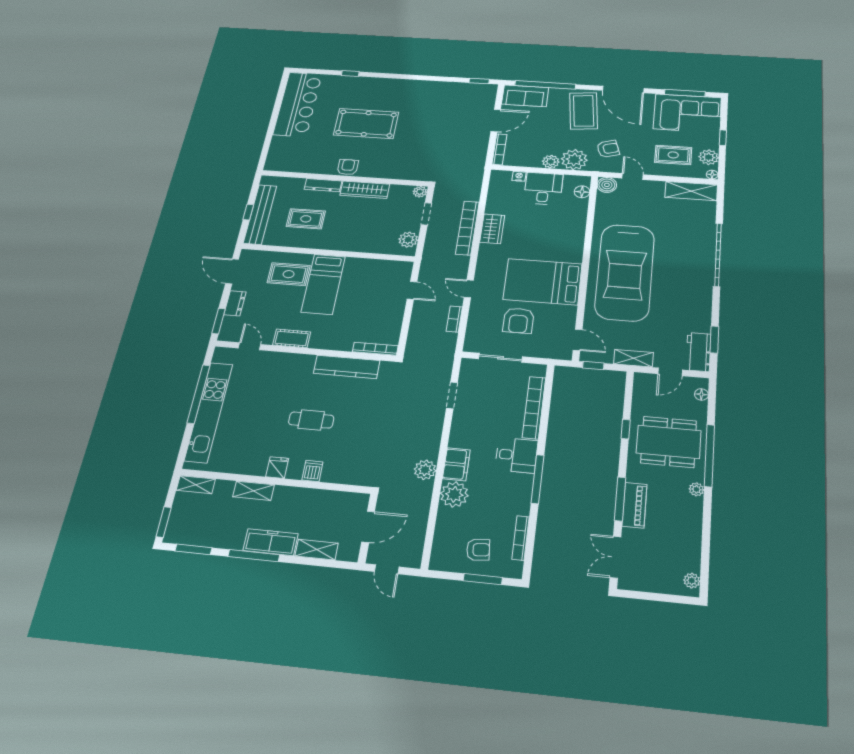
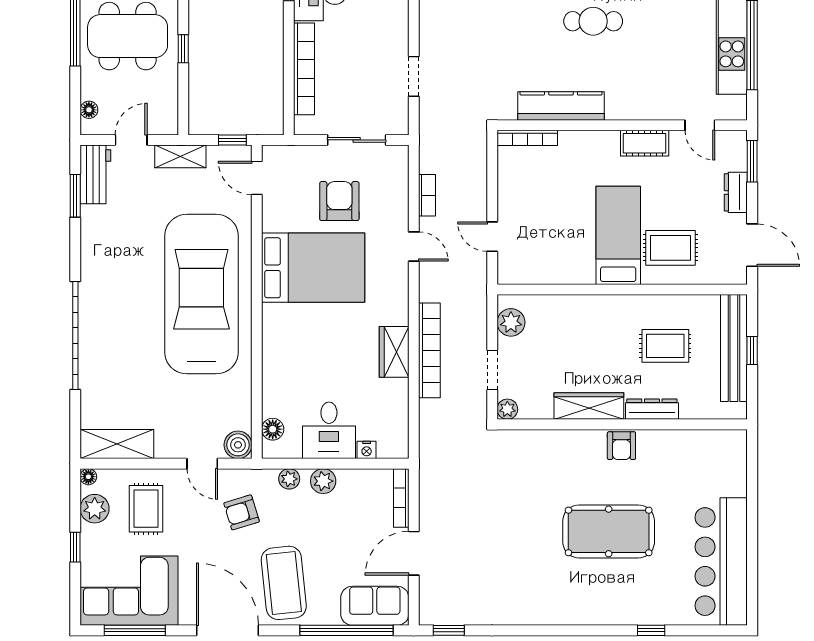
rug: (673, 155) -> (146, 509), turned 90
plant: (574, 160) -> (289, 479), width x0.53, depth x0.53

